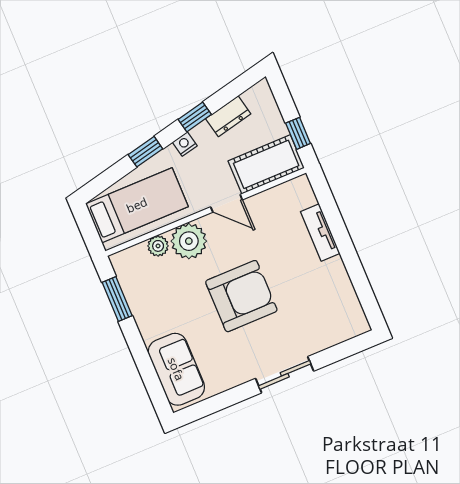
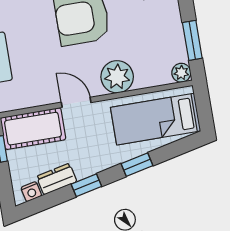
nightstand: (185, 144) -> (31, 192), moved
plant: (158, 246) -> (181, 73), moved

